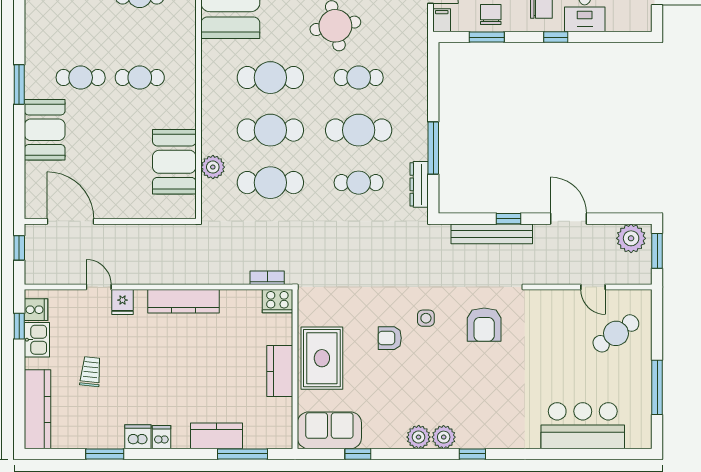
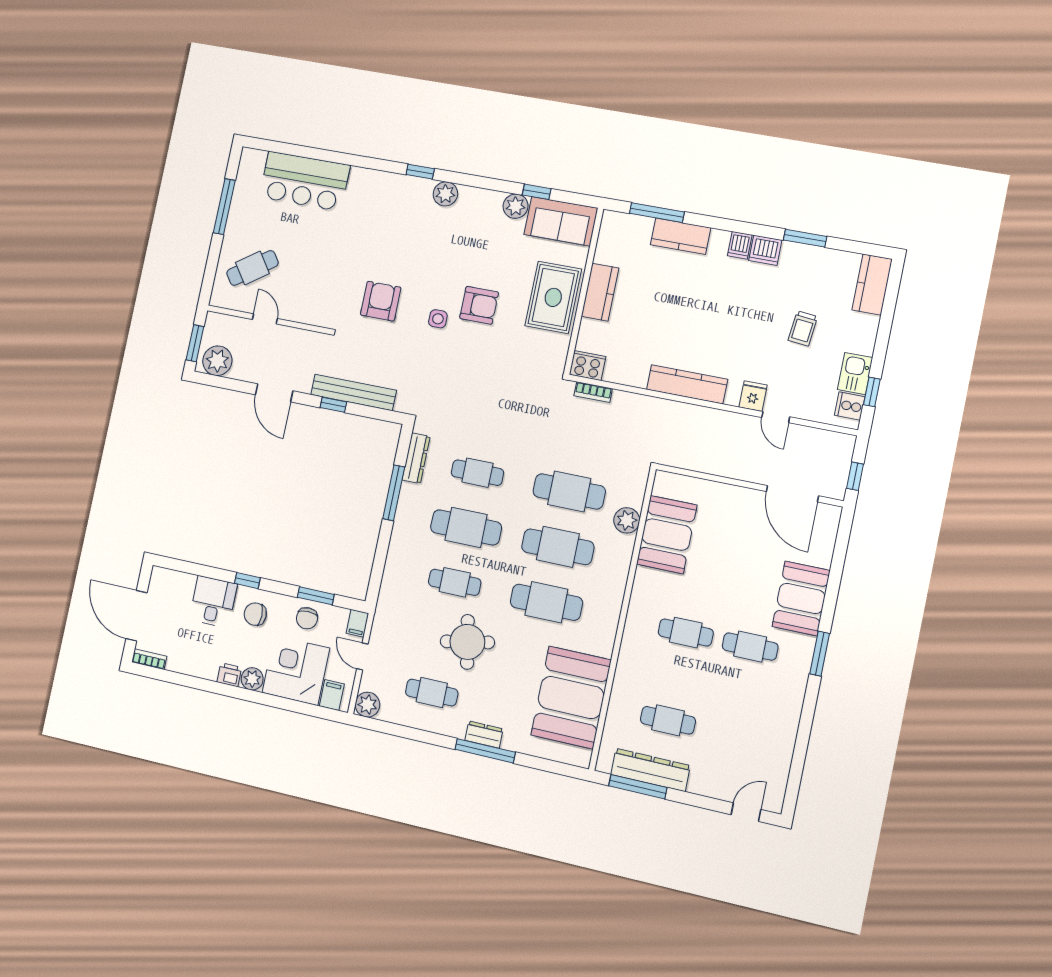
armchair: (390, 338) -> (479, 305), width x1.38, depth x1.38
kitchen counter: (38, 409) -> (872, 285), width x0.67
plant: (419, 437) -> (516, 206), moved

